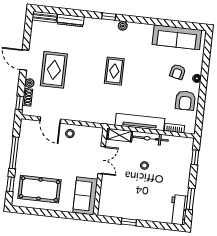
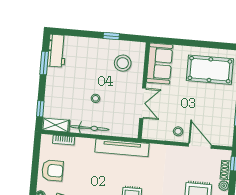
armchair: (185, 101) -> (52, 171), turned 90
tv unit: (140, 122) -> (122, 148), moved
shelving: (120, 135) -> (56, 125), moved
double door: (102, 160) -> (143, 103), swing flipped
stool: (119, 197) -> (123, 63), added

